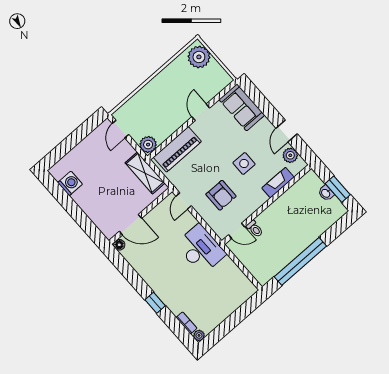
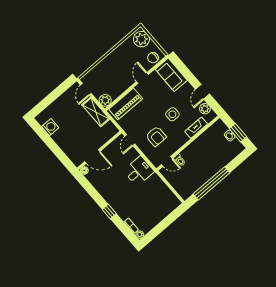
chair: (216, 83) -> (153, 58), added
shelving: (145, 173) -> (96, 112), moved
desk: (201, 249) -> (139, 171), width x0.73

